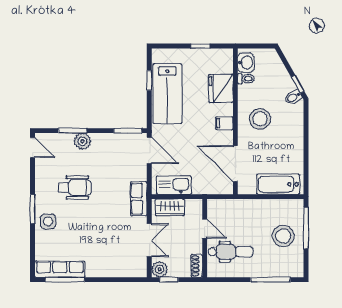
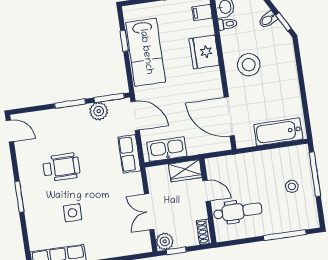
fridge: (221, 88) -> (204, 52), moved
bidet: (293, 97) -> (268, 20), moved
filing cabinet: (224, 123) -> (202, 13), moved
window: (72, 131) -> (70, 104), moved
plant: (82, 141) -> (99, 111), moved
row of seats: (139, 199) -> (129, 154), moved
wardrobe: (170, 207) -> (185, 171), moved
side table: (48, 221) -> (72, 213), moved
stool: (283, 236) -> (292, 186), width x0.53, depth x0.53
double door: (149, 240) -> (149, 212), swing flipped

